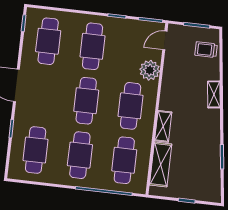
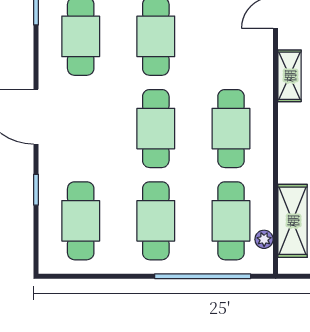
plant: (150, 70) -> (264, 239), moved, width x0.53, depth x0.53
shelving: (163, 126) -> (290, 76), moved

